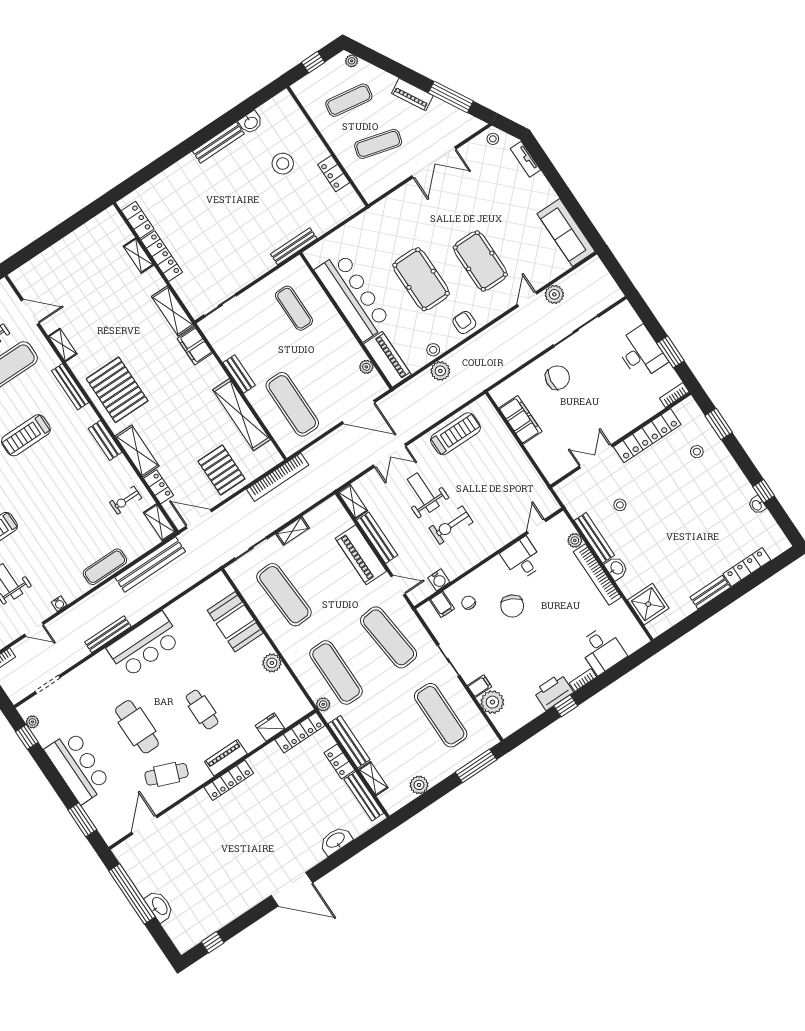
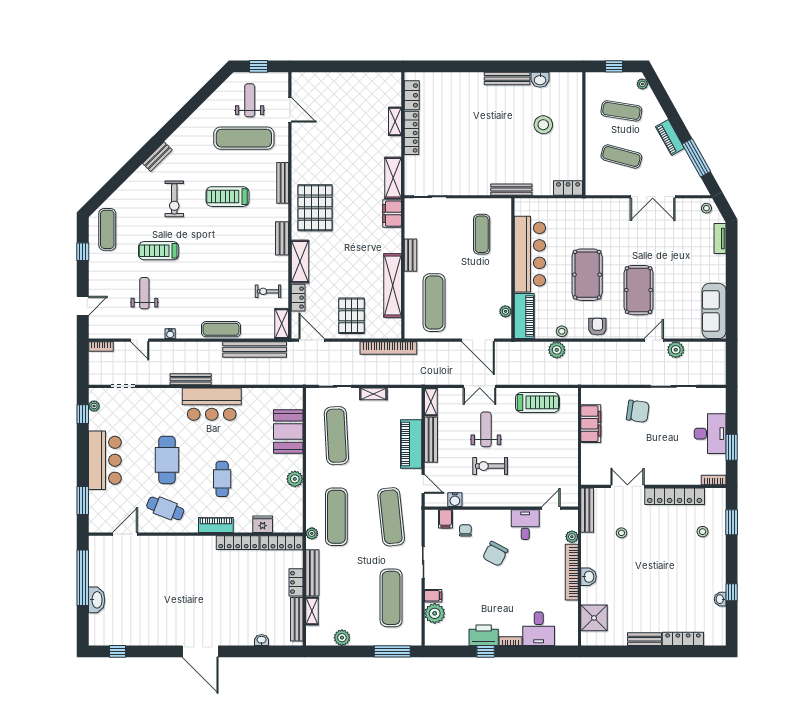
locker: (334, 174) -> (568, 188), moved, turned 90
shelving: (63, 345) -> (297, 149), removed
bench: (594, 538) -> (587, 510), moved
locker: (229, 780) -> (238, 543), moved
washbasin: (336, 841) -> (262, 640), width x0.52, depth x0.69

